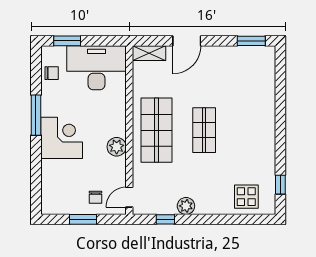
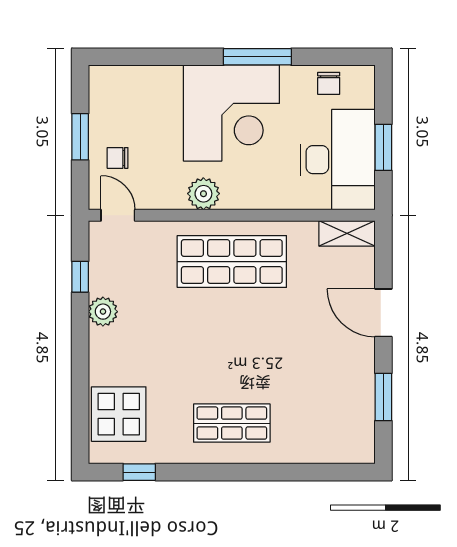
window: (67, 41) -> (383, 147), moved
window: (251, 41) -> (383, 397), moved
shelving: (149, 53) -> (347, 233), moved, turned 90
shop shelf: (204, 130) -> (232, 423), moved
corner desk: (62, 138) -> (231, 113), width x1.36, depth x1.36
display table: (246, 197) -> (119, 414), width x1.36, depth x1.36

